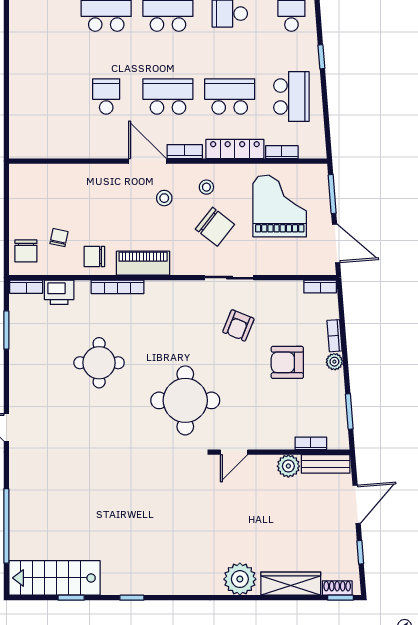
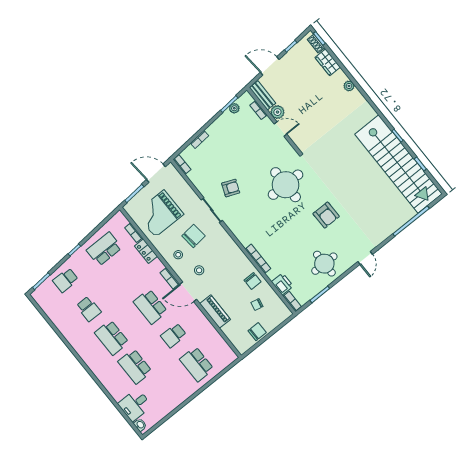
school desk: (230, 97) -> (197, 364), moved
locker: (235, 149) -> (146, 251), width x0.66
door: (148, 161) -> (188, 292), hinge flipped
chair: (215, 227) -> (193, 236), turned 46
door: (336, 244) -> (156, 173), hinge flipped
chair: (26, 251) -> (257, 332), moved
piano: (143, 263) -> (215, 312), moved, turned 180
armchair: (287, 362) -> (326, 215), moved
plant: (334, 362) -> (234, 108), moved
round table: (99, 363) -> (324, 264), moved
door: (234, 452) -> (281, 129), moved
stairs: (55, 578) -> (398, 164), width x1.86, depth x1.51
plant: (240, 579) -> (349, 86), width x0.53, depth x0.53
wardrobe: (291, 584) -> (328, 62), width x0.67

